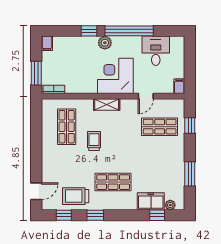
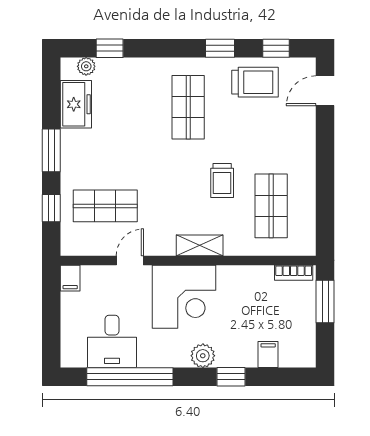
window: (129, 31) -> (130, 377), moved
filing cabinet: (47, 43) -> (268, 355), moved
window: (190, 174) -> (51, 150), moved
shop shelf: (113, 182) -> (188, 107), turned 90
freezer: (151, 201) -> (76, 104), moved, turned -90

